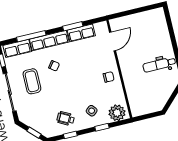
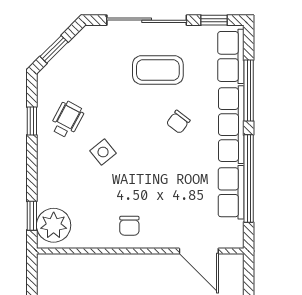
window: (73, 26) -> (249, 179), width x2.11
side table: (92, 111) -> (103, 152), moved
window: (102, 127) -> (32, 216), moved

